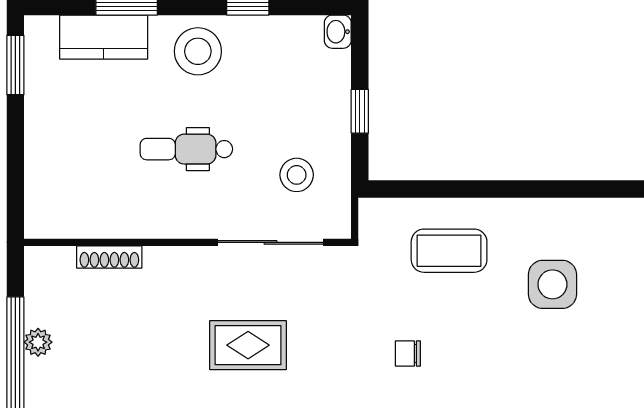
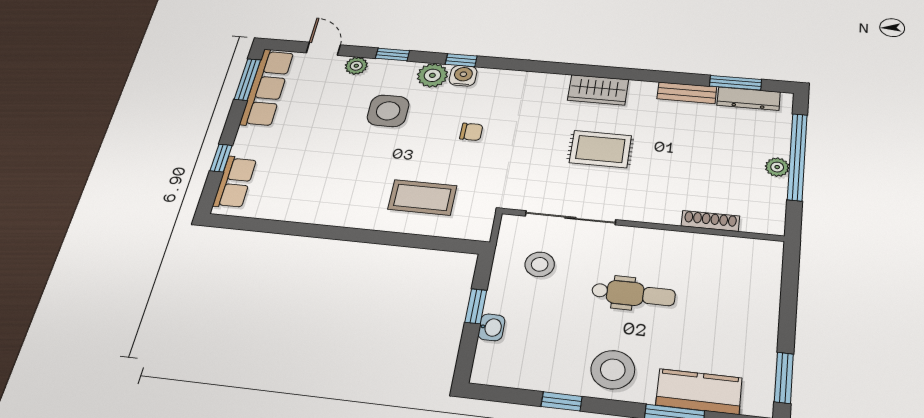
washbasin: (338, 32) -> (491, 327), moved
side table: (552, 284) -> (388, 111), moved

